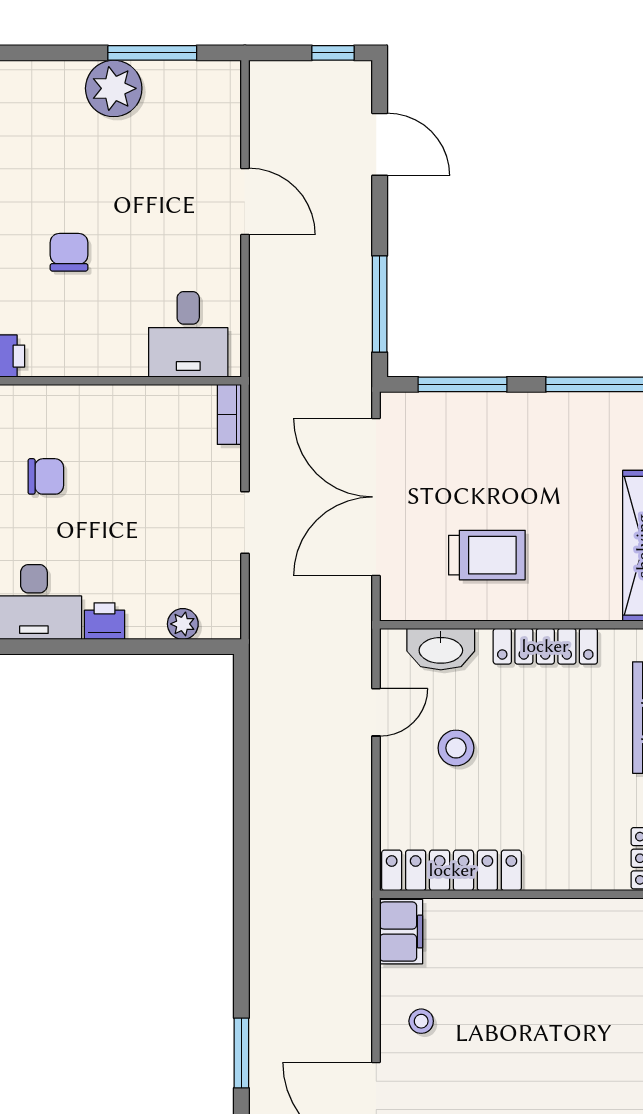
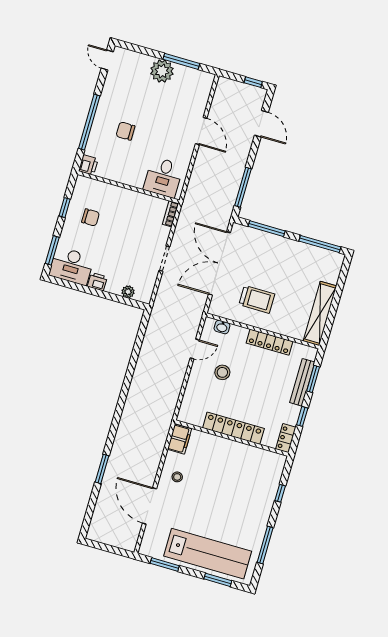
chair: (69, 252) -> (125, 131), turned -90
washbasin: (441, 649) -> (222, 327), width x0.52, depth x0.69
locker: (452, 870) -> (233, 428), moved

